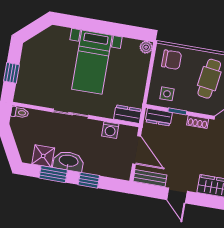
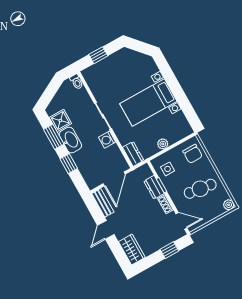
plant: (146, 47) -> (163, 144), moved
dresser: (159, 117) -> (154, 187), moved
washing machine: (110, 130) -> (107, 140), moved

